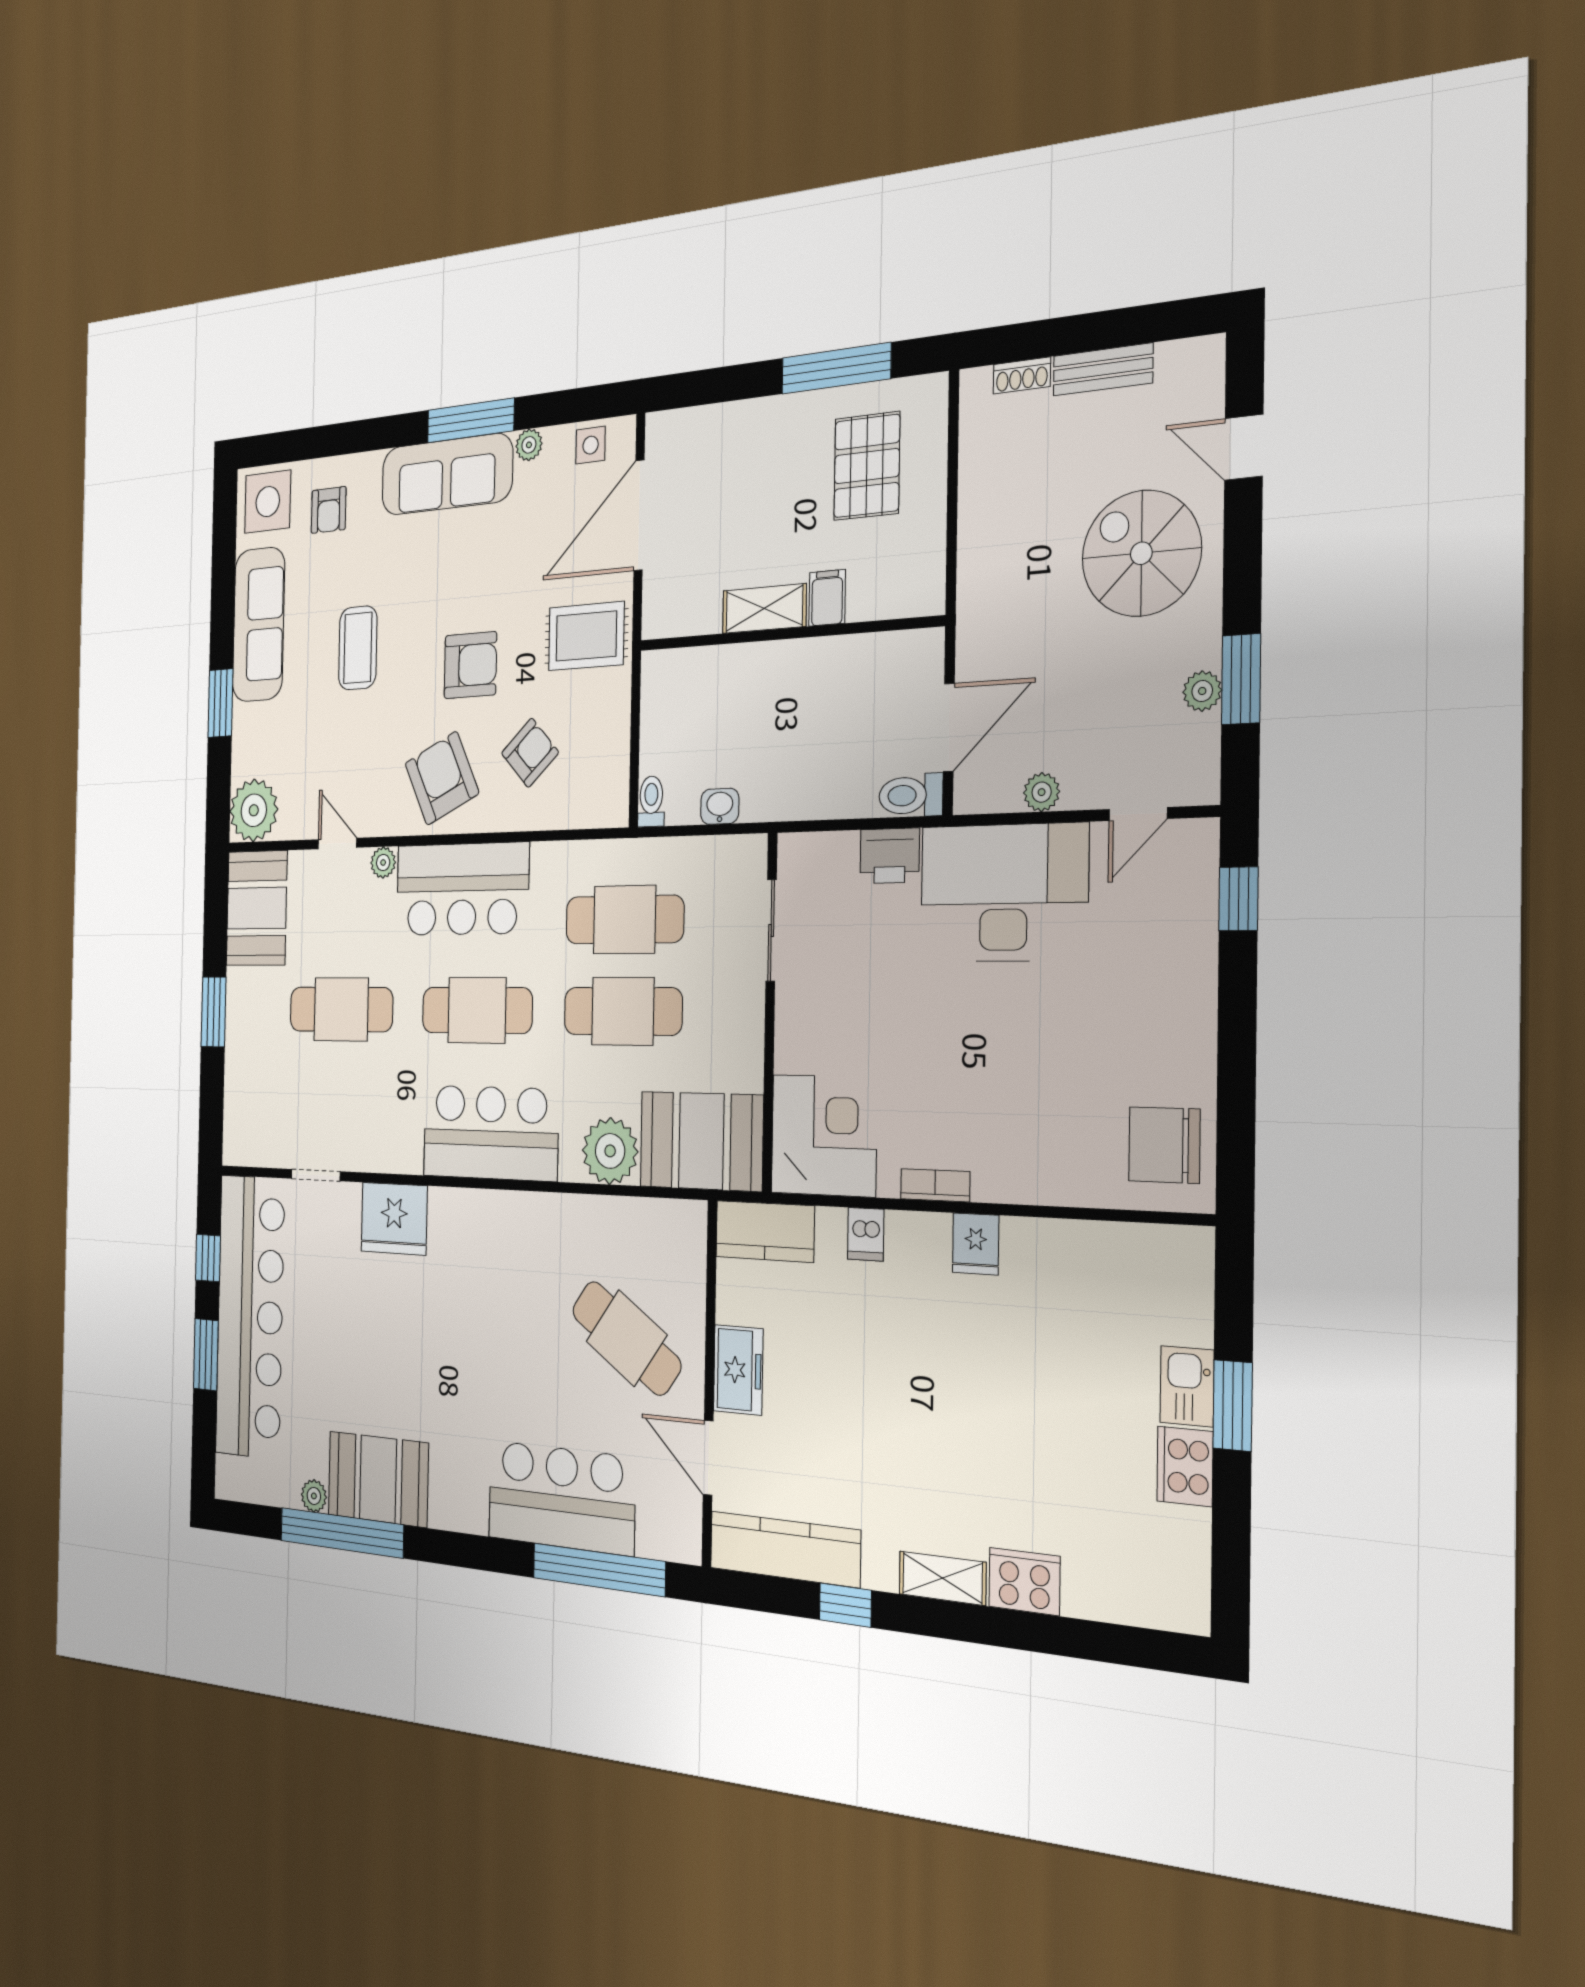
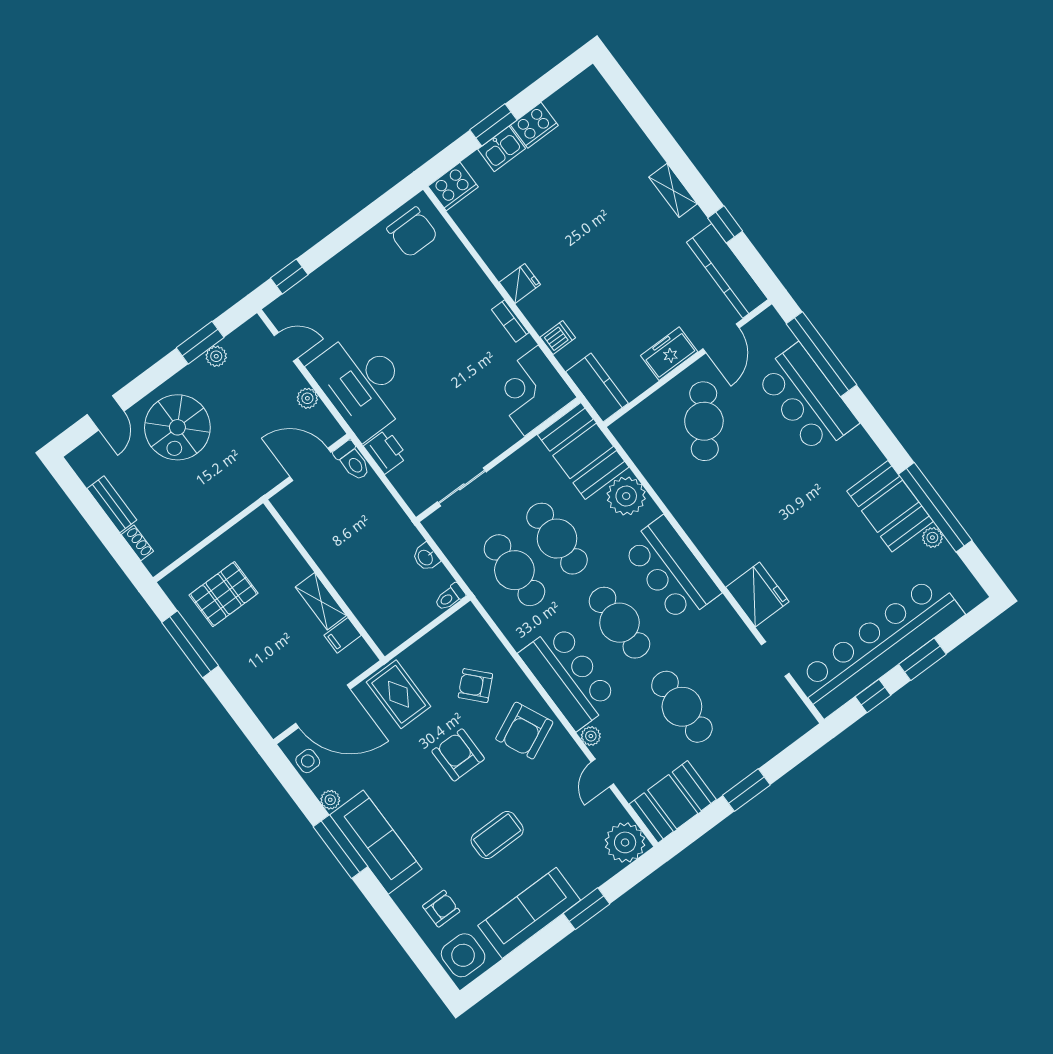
filing cabinet: (827, 598) -> (343, 635), moved
cooker: (1024, 1581) -> (453, 187), moved, turned -90

